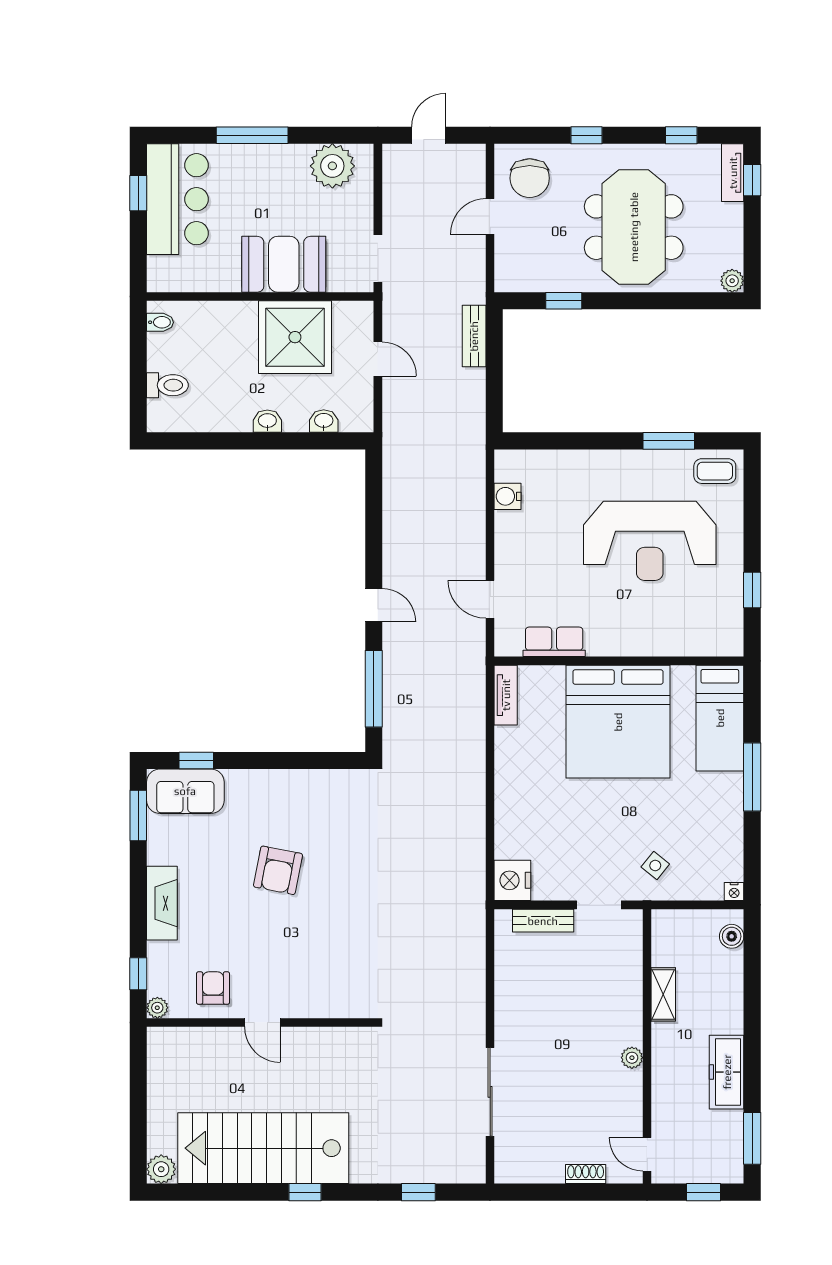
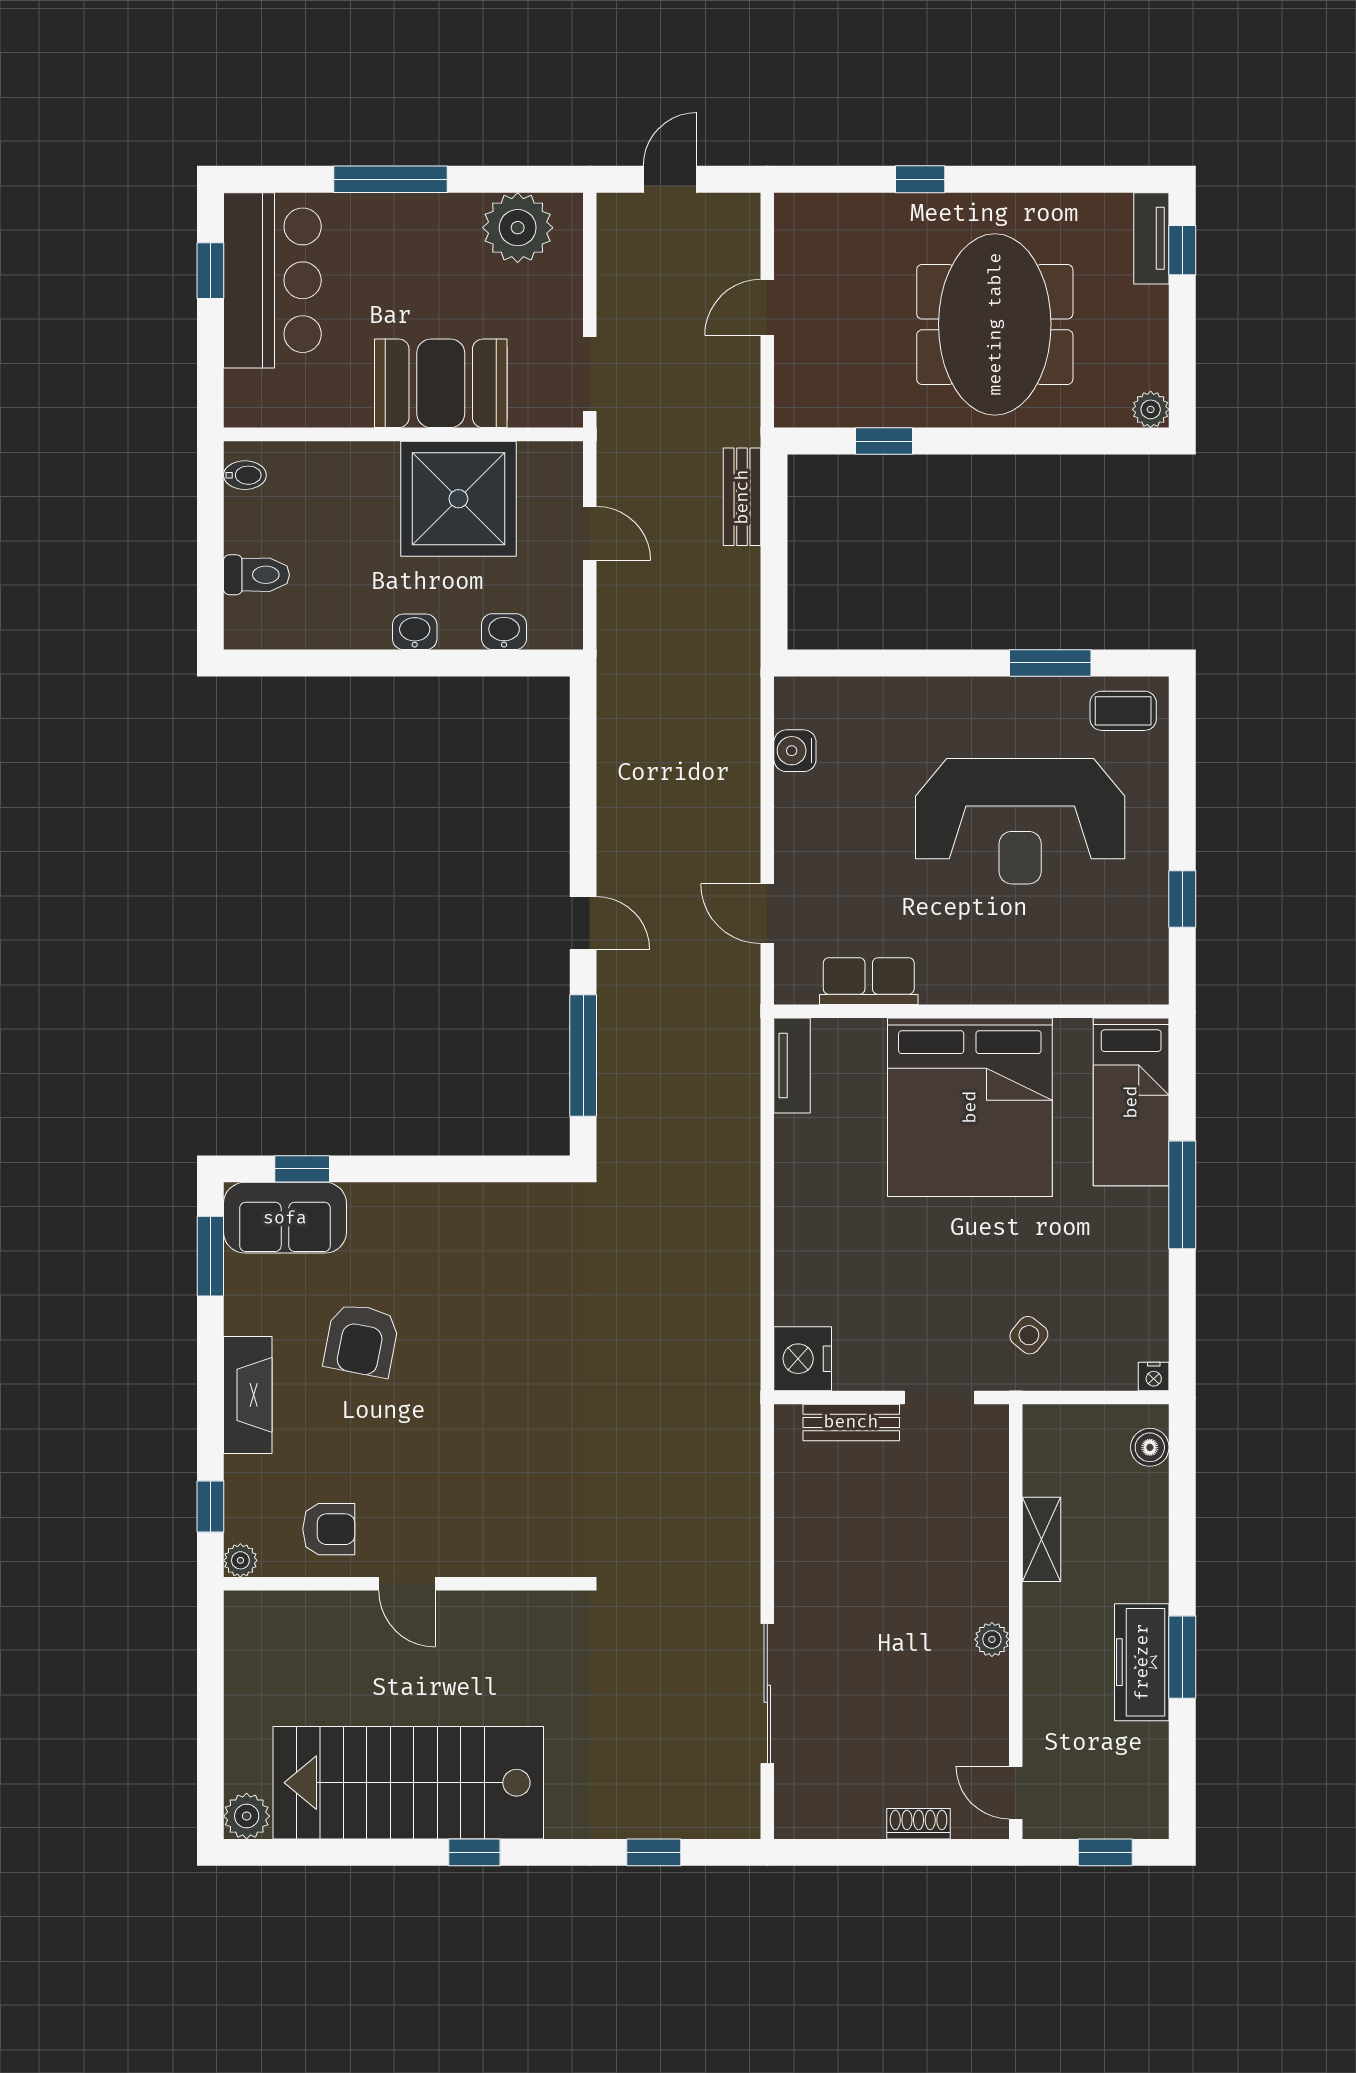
window: (681, 135) -> (1070, 179), removed
chair: (530, 178) -> (830, 247), removed
armchair: (278, 870) -> (361, 1340), moved
armchair: (213, 988) -> (329, 1529), turned 90
window: (752, 1138) -> (1182, 1657), moved

